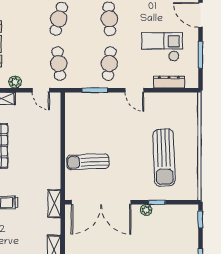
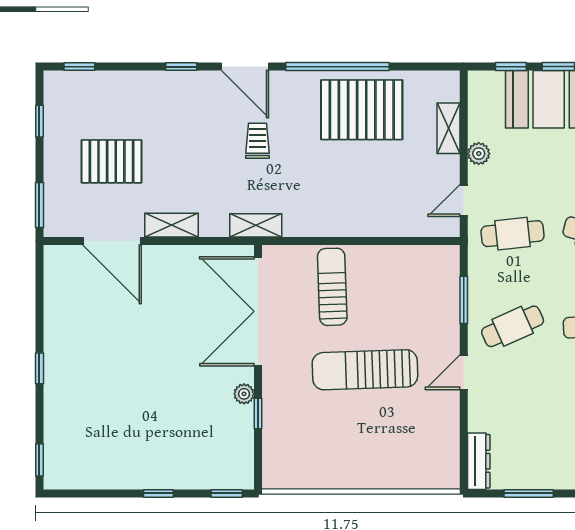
checkout: (162, 47) -> (543, 423), removed
cafe table: (109, 64) -> (513, 326), turned -30
dresser: (169, 82) -> (479, 461), moved
sun lounger: (164, 158) -> (365, 370), moved

